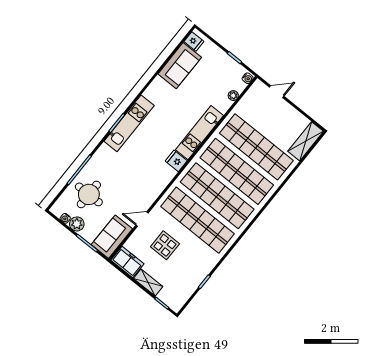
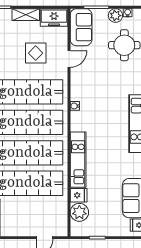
water cooler: (248, 78) -> (75, 106), moved
plant: (233, 96) -> (79, 212), width x1.87, depth x1.87
fridge: (176, 161) -> (79, 195), moved

